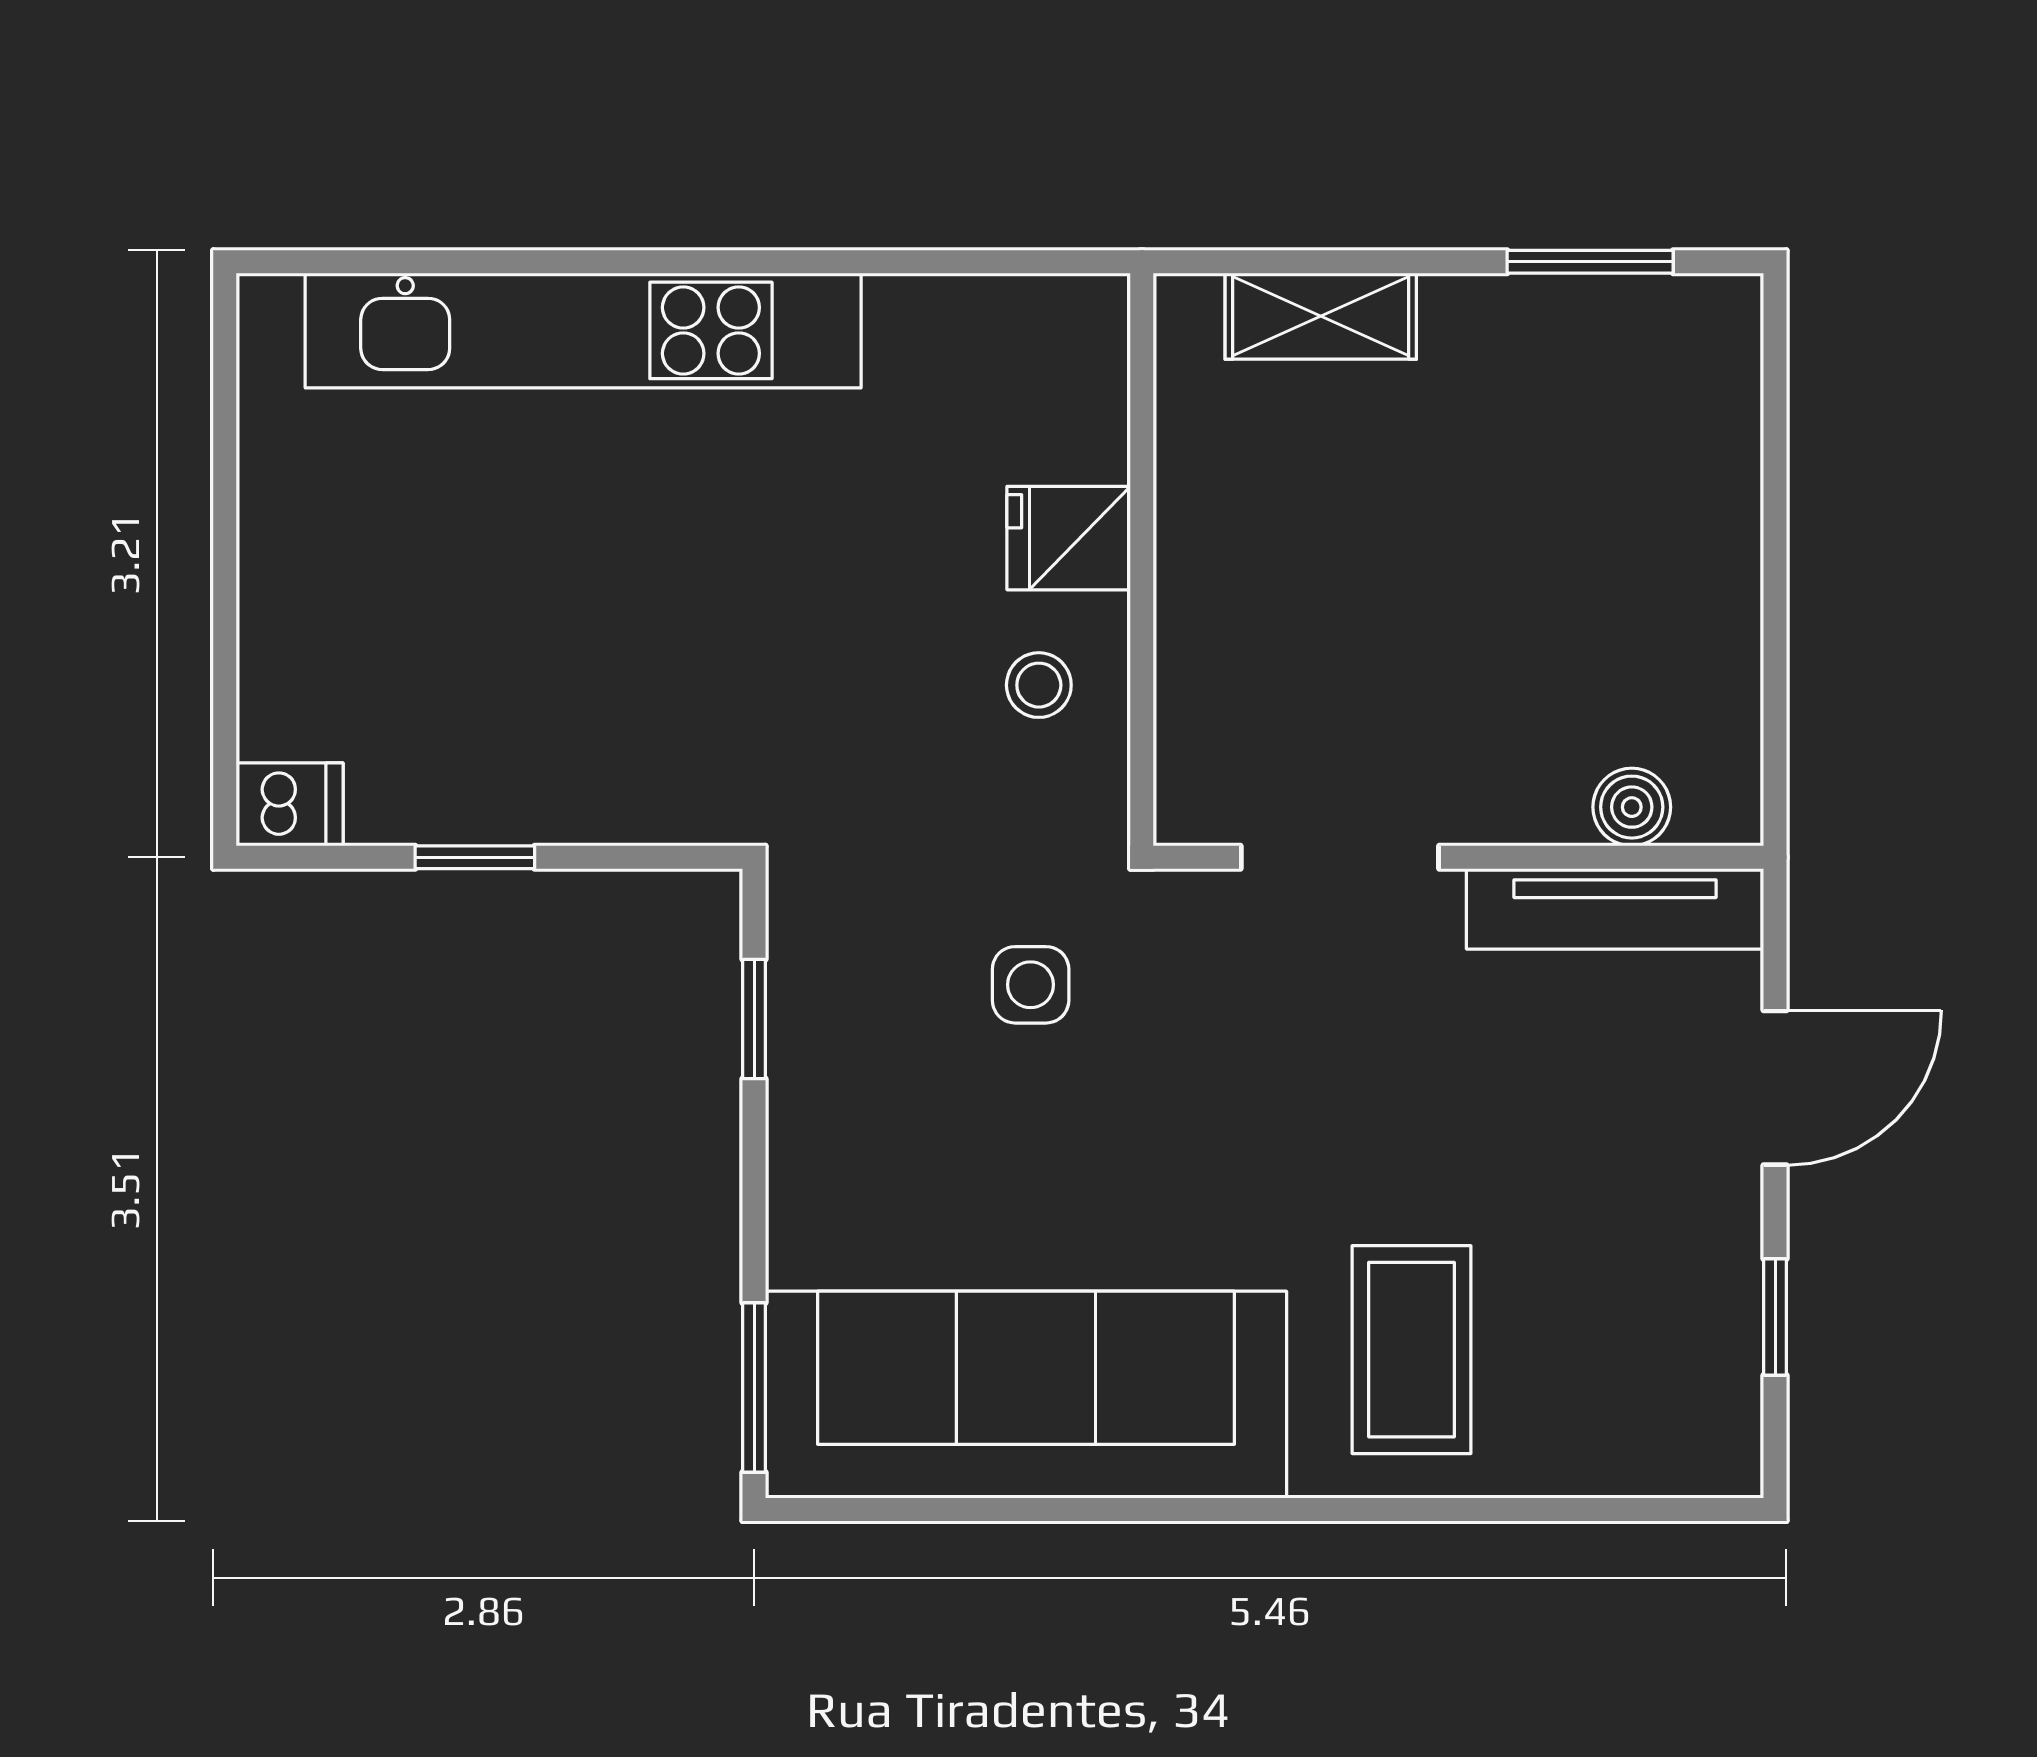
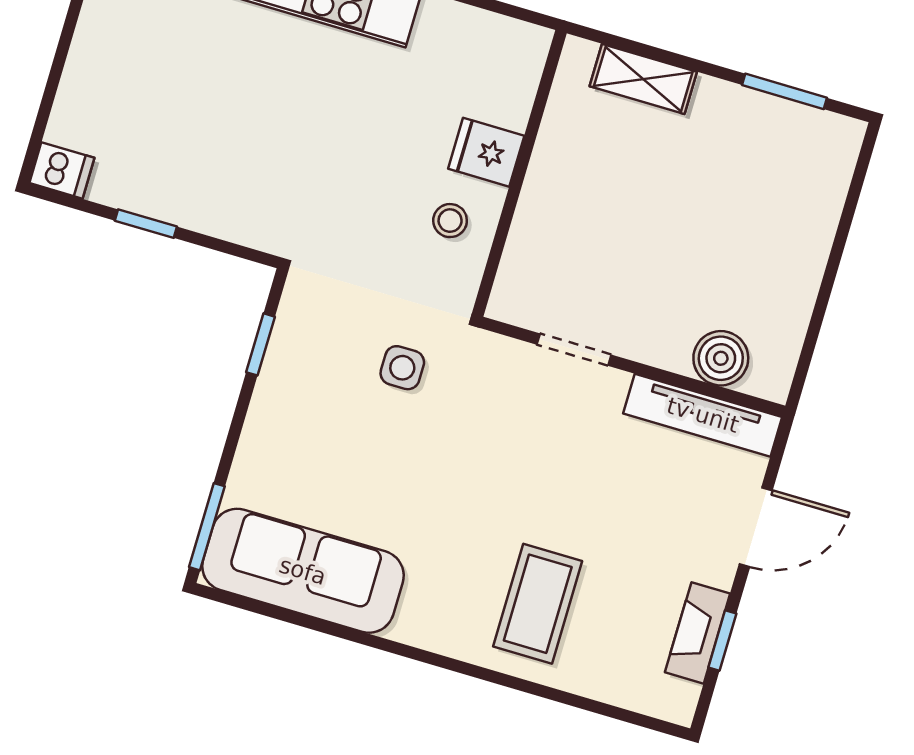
boiler: (1632, 807) -> (721, 358), width x1.36, depth x1.36
doorway: (1340, 857) -> (574, 350), width x0.73
fireplace: (1725, 1317) -> (698, 633), added
sofa: (1026, 1395) -> (303, 571), width x0.74, depth x0.79

